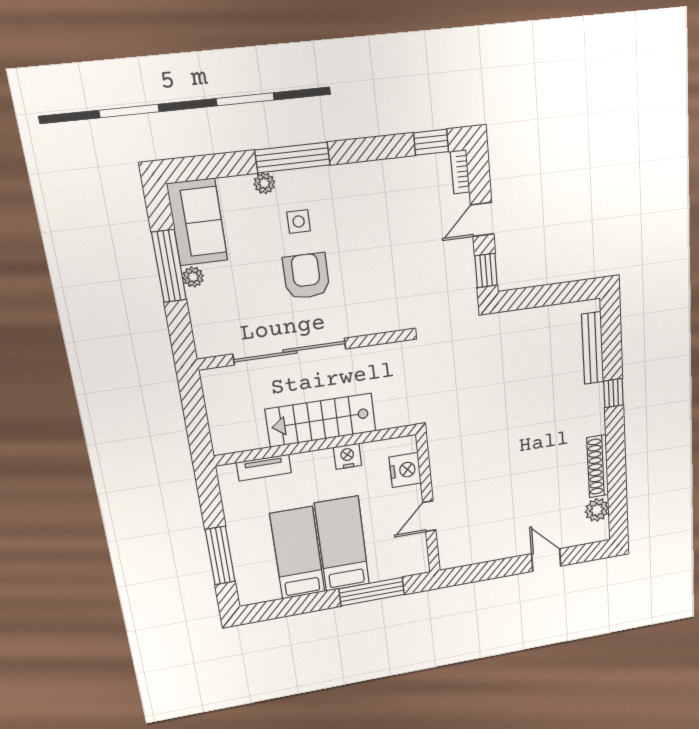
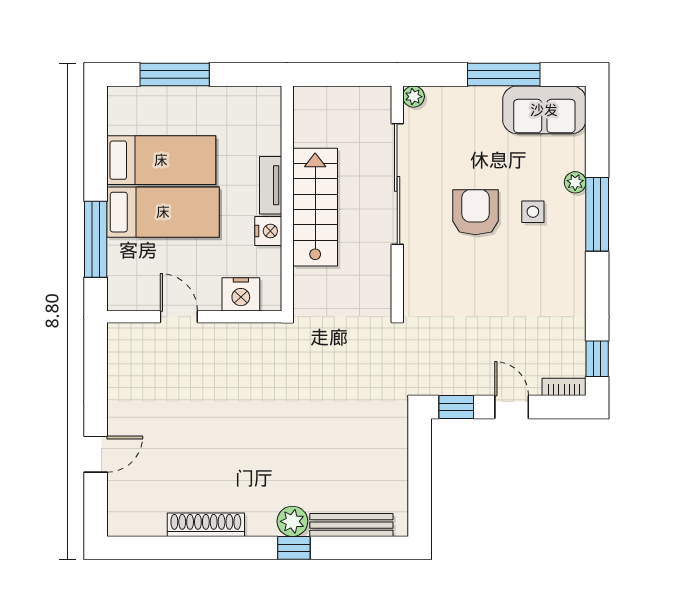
armchair: (306, 276) -> (475, 212), turned -90
plant: (193, 277) -> (414, 97), moved
tv unit: (264, 468) -> (271, 185), moved
plant: (597, 510) -> (292, 521), moved

